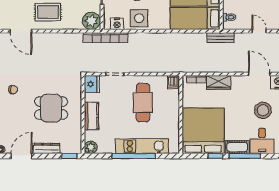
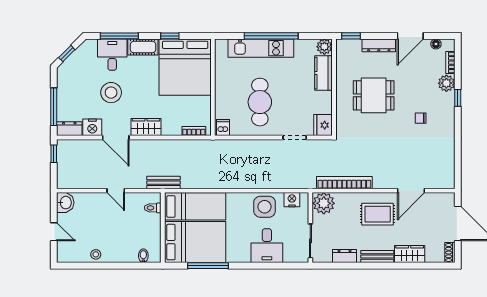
door: (21, 31) -> (411, 191), swing flipped
bookcase: (106, 38) -> (344, 183), moved
wardrobe: (219, 82) -> (146, 127), moved
kitchen counter: (91, 116) -> (324, 73), moved
window: (245, 156) -> (119, 36), moved

